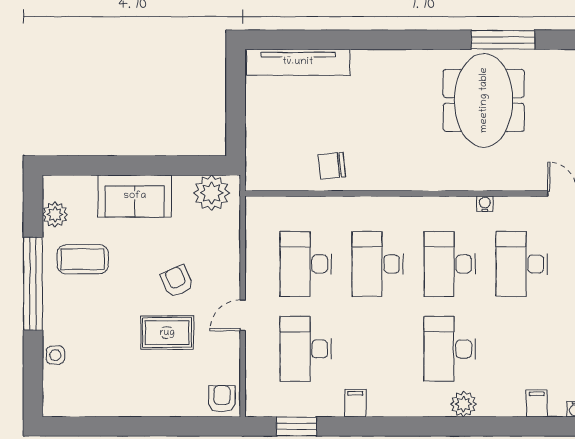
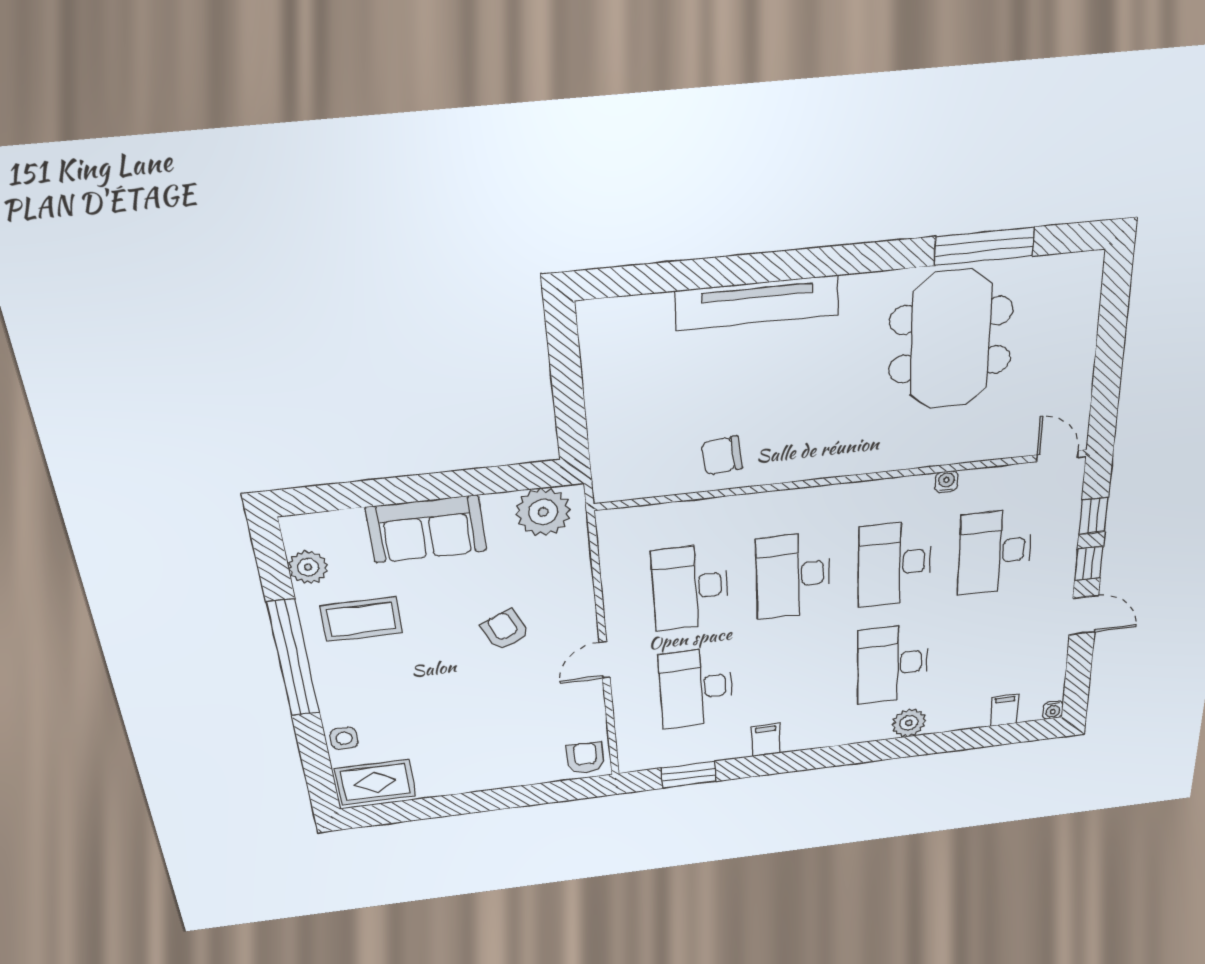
tv unit: (298, 62) -> (757, 303), moved
rug: (167, 333) -> (375, 782), moved

